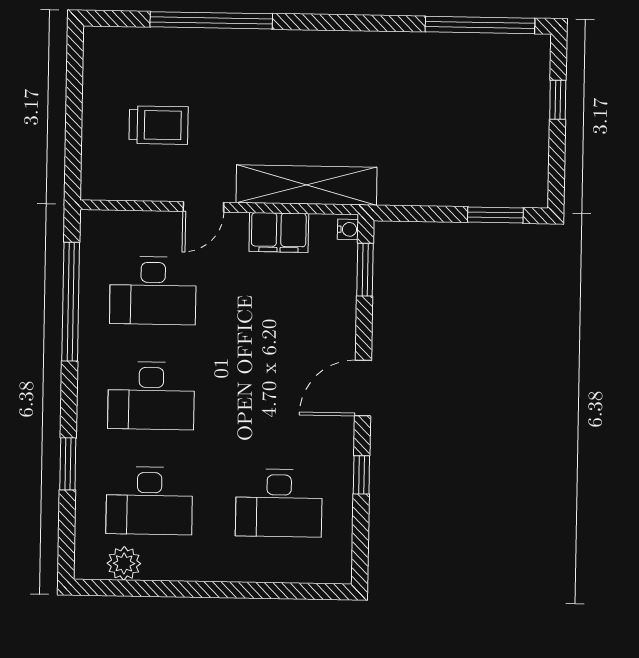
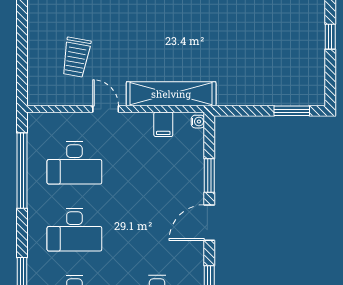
trolley: (159, 125) -> (76, 57), turned 100
door: (203, 207) -> (106, 109), swing flipped
filing cabinet: (279, 232) -> (163, 124), width x0.50
window: (365, 270) -> (209, 176), moved

